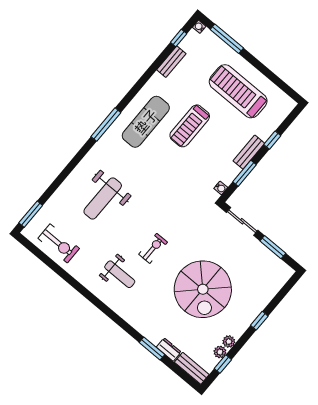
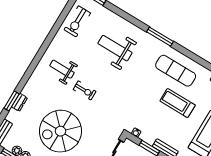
window: (106, 125) -> (160, 37), moved
weight bench: (120, 274) -> (62, 69), turned 90
dresser: (169, 350) -> (19, 102), moved

